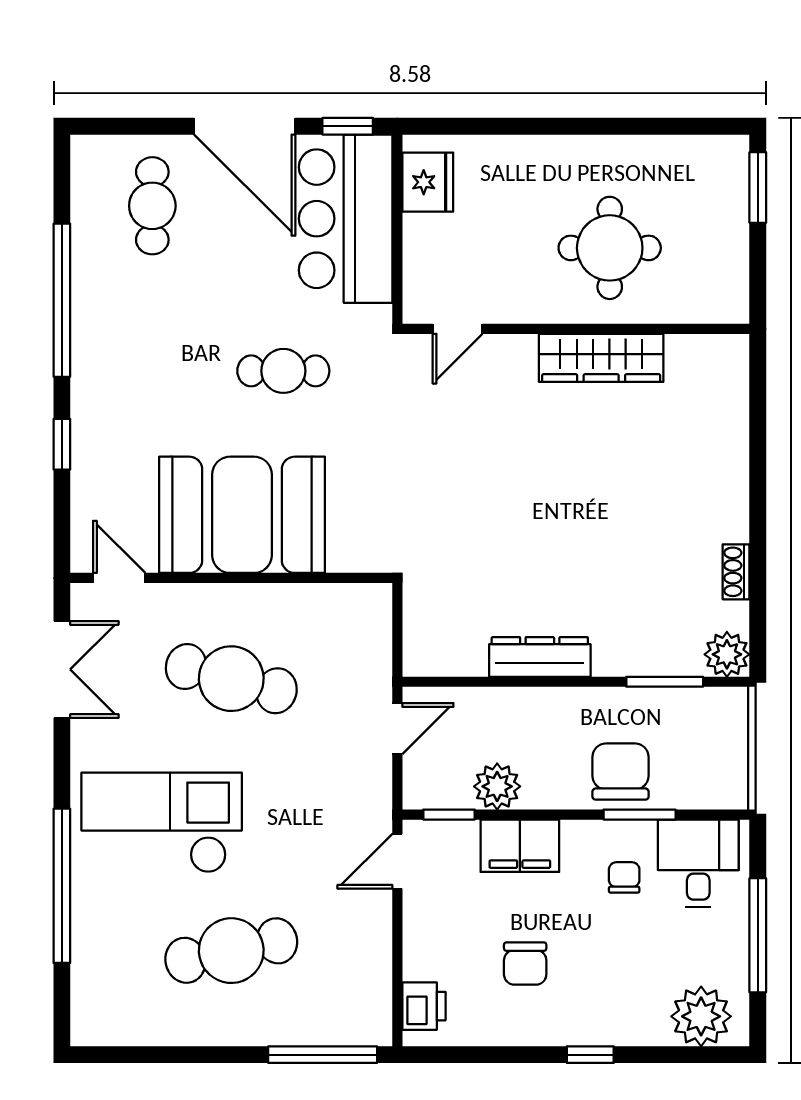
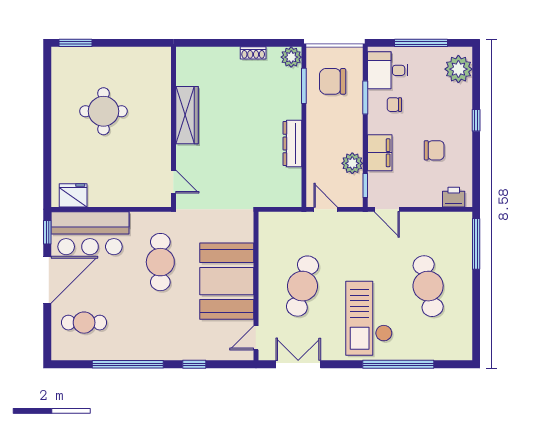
door: (458, 329) -> (173, 182), moved
wall: (576, 329) -> (173, 127), moved
wardrobe: (601, 358) -> (187, 115), moved
cafe table: (283, 371) -> (160, 262), width x1.37, depth x1.35
chair: (621, 772) -> (333, 81), moved

